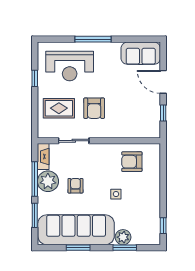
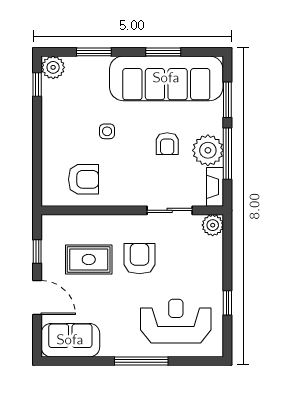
rug: (59, 108) -> (89, 259), moved
plant: (45, 131) -> (213, 225), added
plant: (123, 237) -> (53, 67), moved

